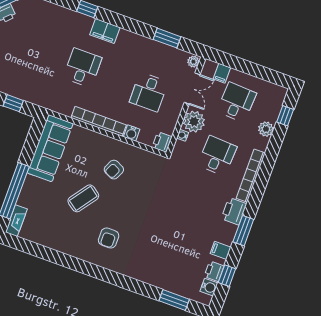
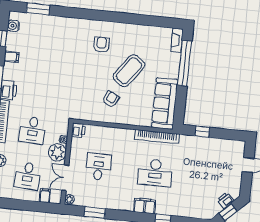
desk: (83, 68) -> (155, 173), width x1.37
bookcase: (99, 121) -> (157, 137), moved
water cooler: (132, 133) -> (104, 131), removed
coffee table: (83, 198) -> (129, 71), width x1.36, depth x1.32
printer: (214, 271) -> (12, 39), removed

